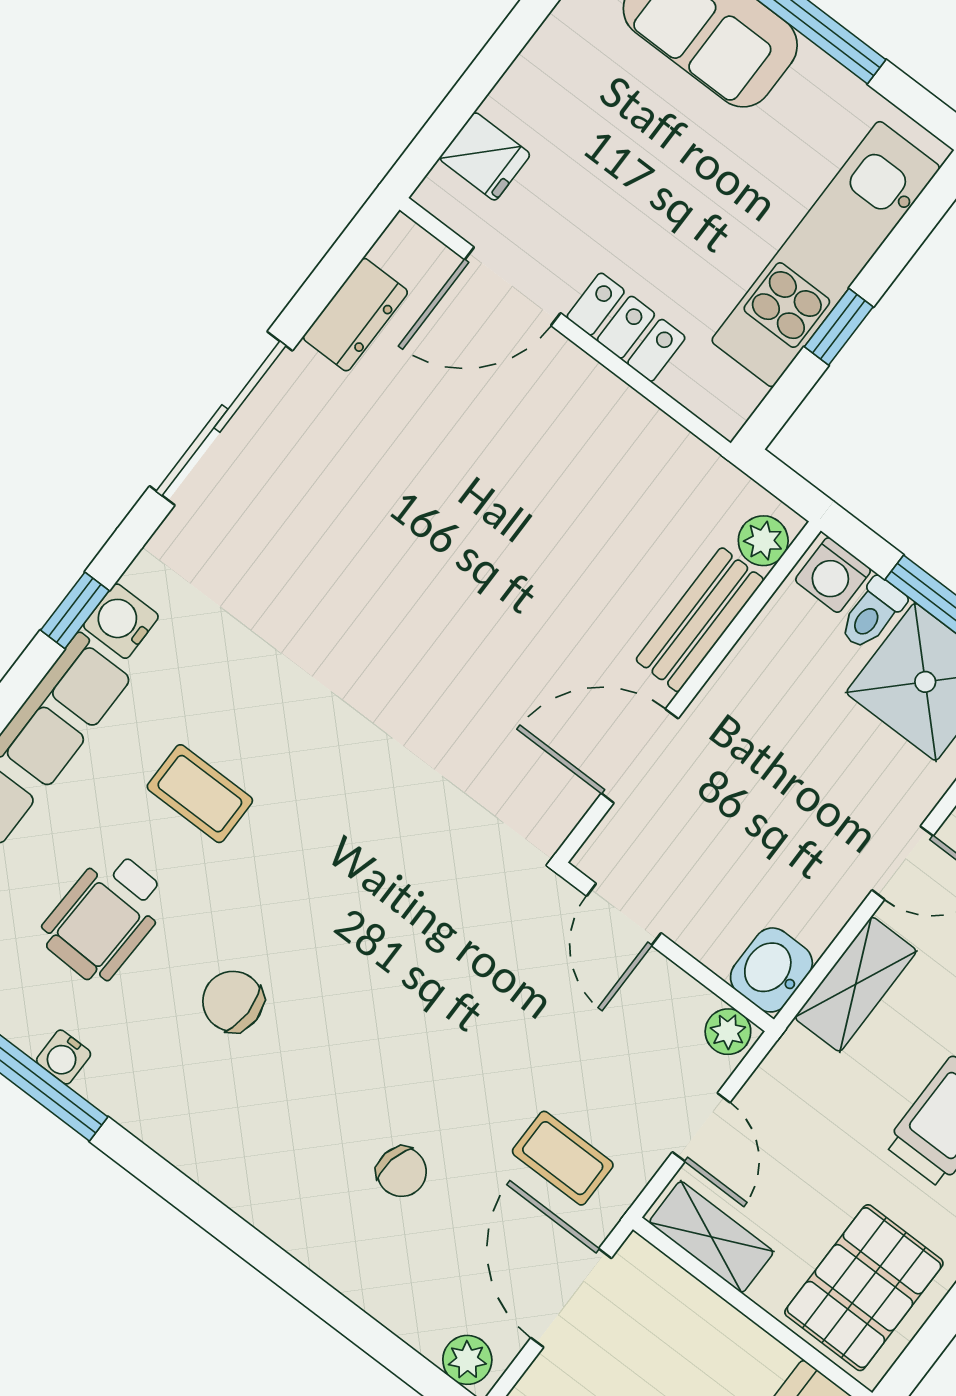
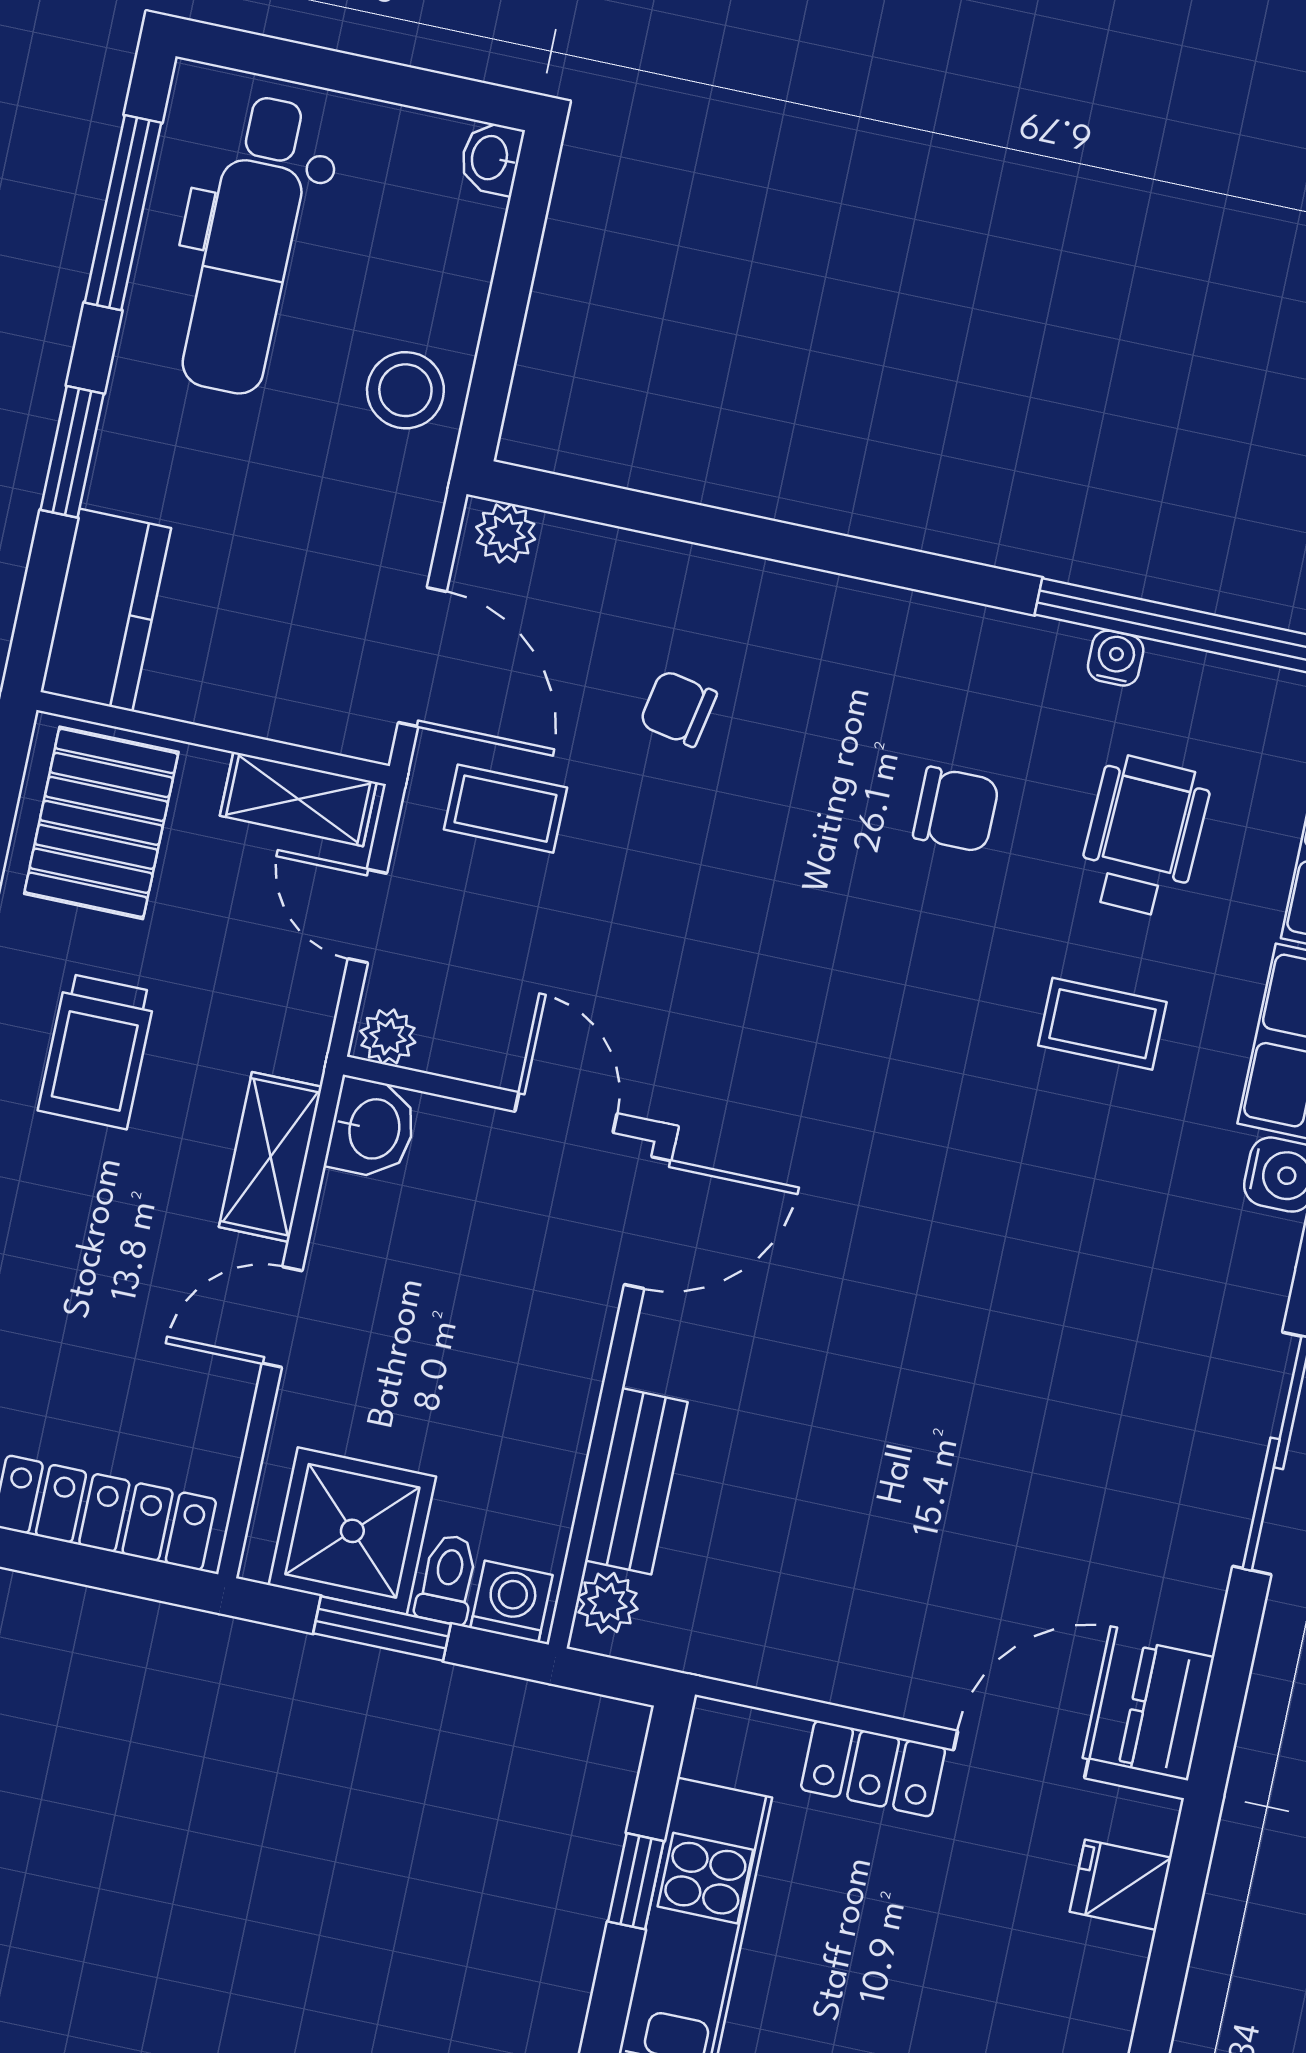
dresser: (355, 315) -> (1166, 1711), moved
door: (640, 756) -> (648, 1223), moved

